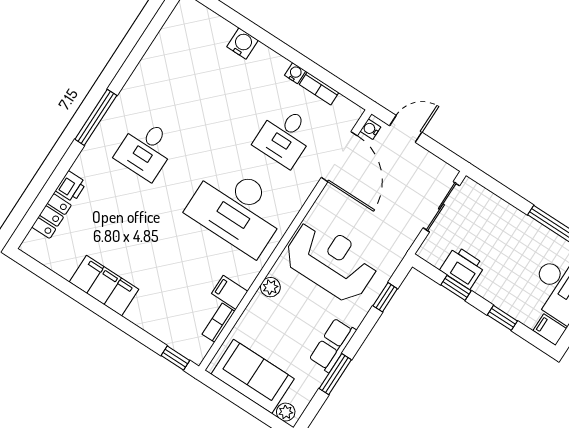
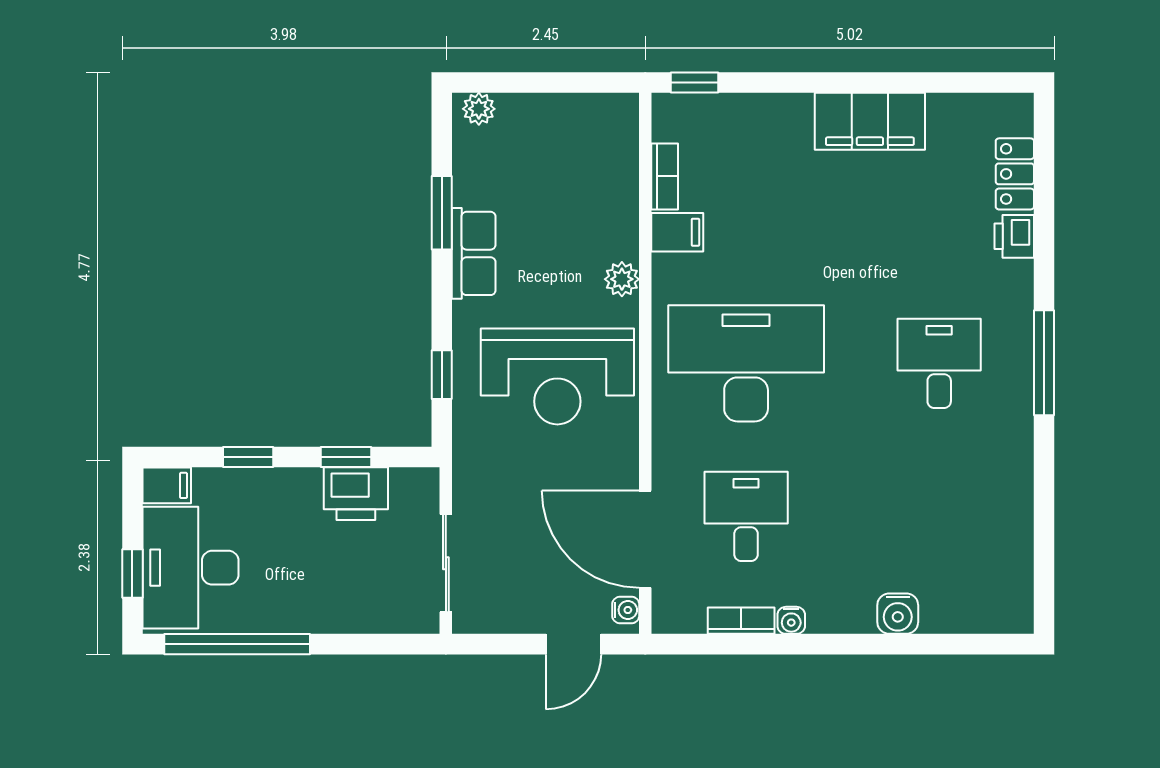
sofa: (253, 376) -> (562, 130), removed

